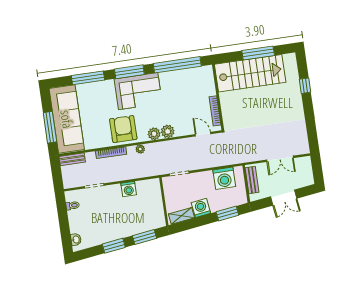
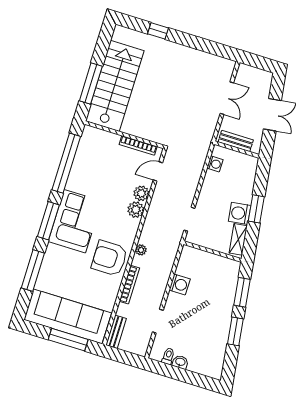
window: (258, 53) -> (91, 84), moved
plant: (154, 134) -> (141, 193), moved
washing machine: (224, 178) -> (215, 164), width x0.53, depth x0.53
window: (227, 213) -> (256, 209), moved
washbasin: (76, 240) -> (180, 362), moved

